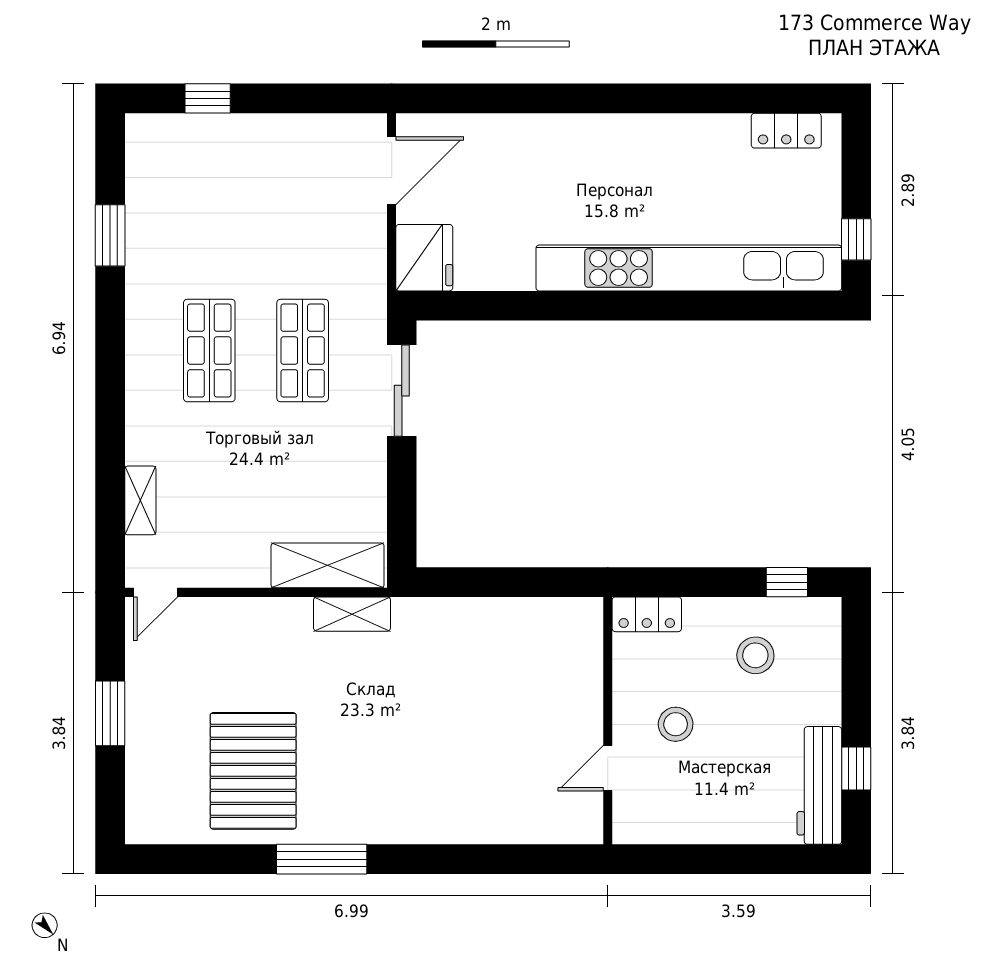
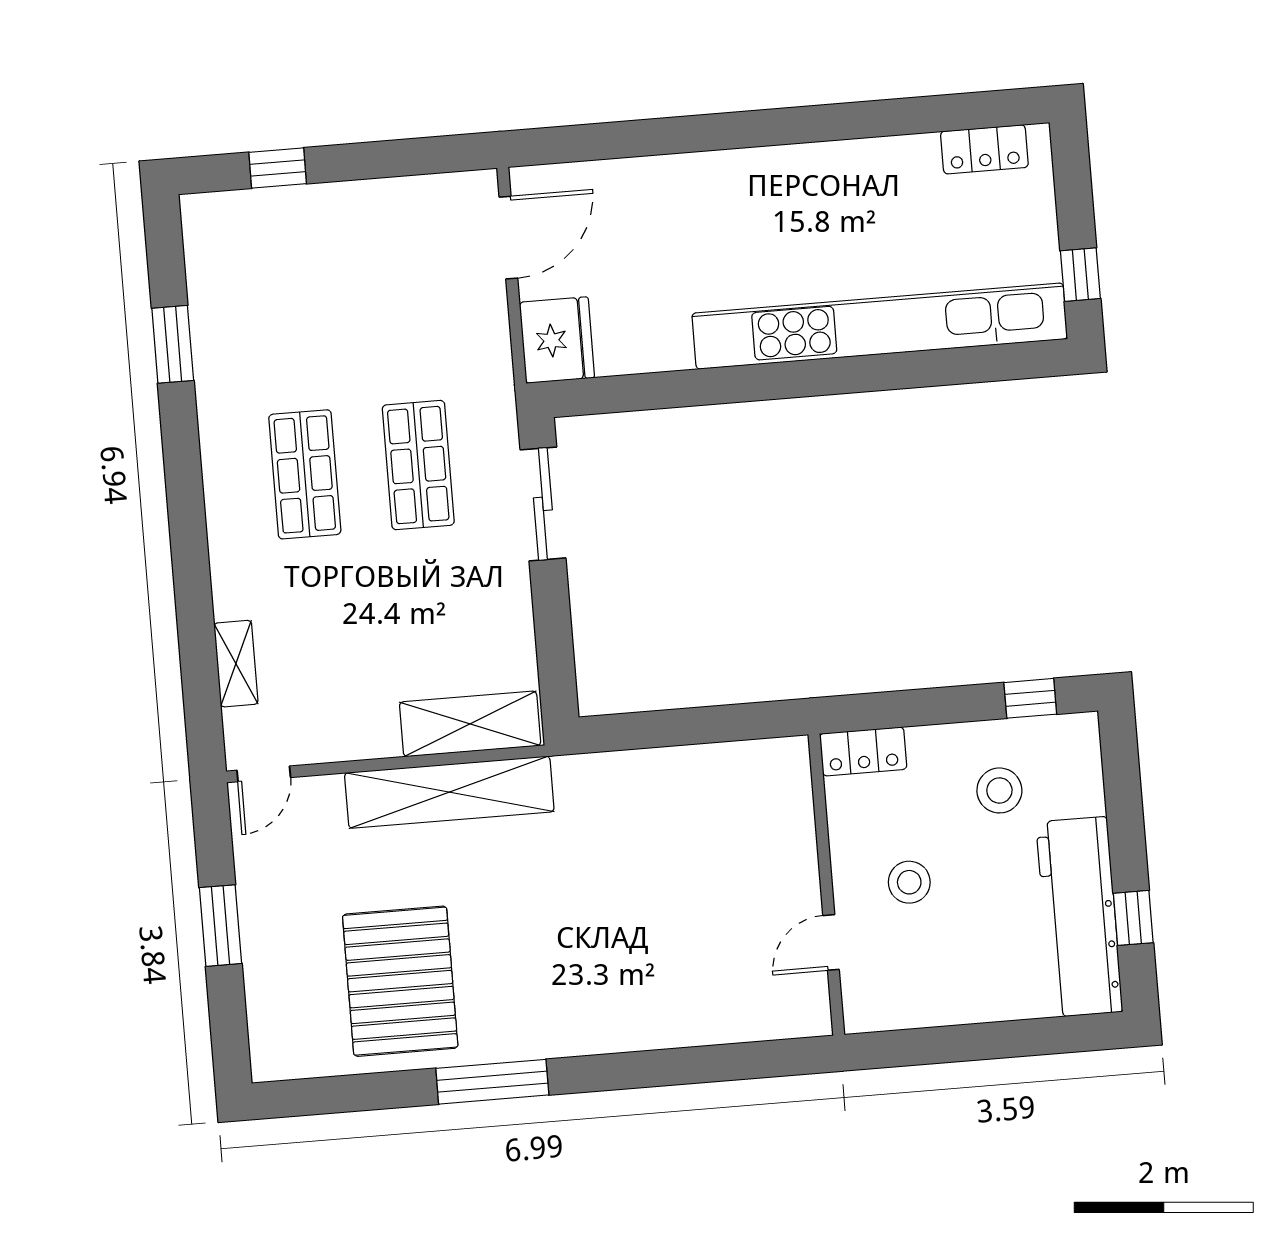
shelving: (352, 614) -> (449, 792), width x2.20, depth x1.33
workbench: (819, 785) -> (1079, 917), width x1.36, depth x1.32

